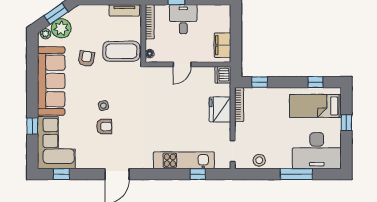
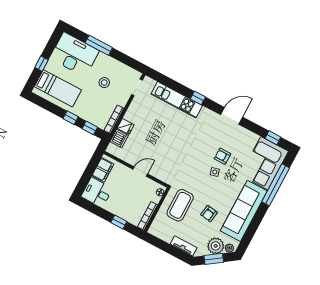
tv unit: (124, 10) -> (184, 246), moved
desk: (183, 19) -> (97, 192), moved, turned 90
coffee table: (121, 51) -> (180, 205), turned 90
dishwasher: (223, 75) -> (119, 139), moved
window: (315, 82) -> (71, 118), moved
fridge: (220, 109) -> (126, 127), width x0.53, depth x0.75
window: (32, 126) -> (276, 185), width x3.17
stool: (259, 160) -> (104, 83), moved
window: (198, 174) -> (198, 98), moved

